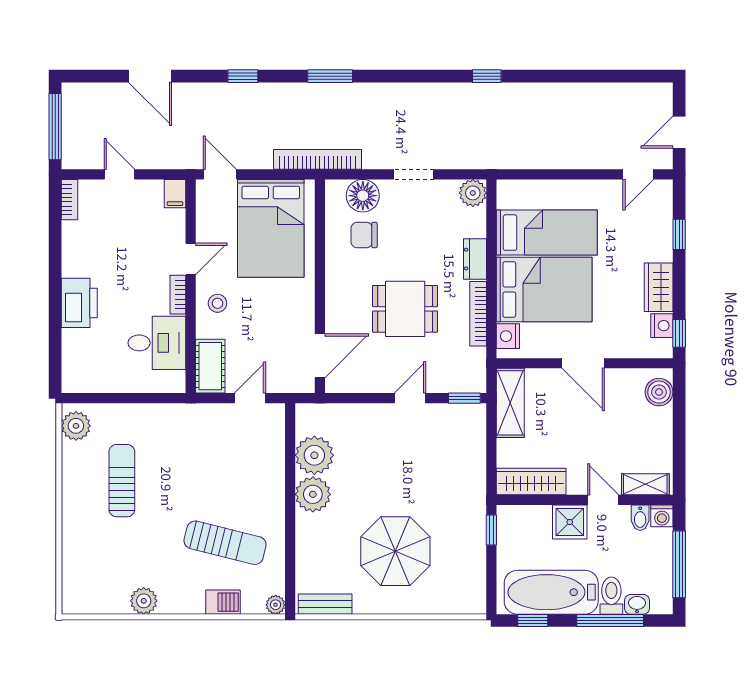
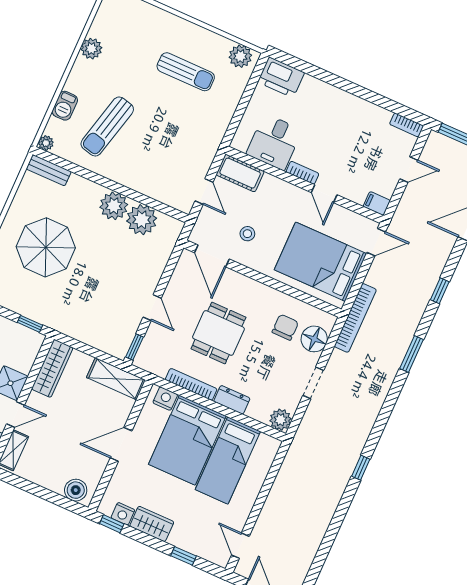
printer: (79, 303) -> (281, 77), moved
stool: (217, 303) -> (247, 234), moved
bench: (325, 604) -> (49, 170), moved, turned 90

